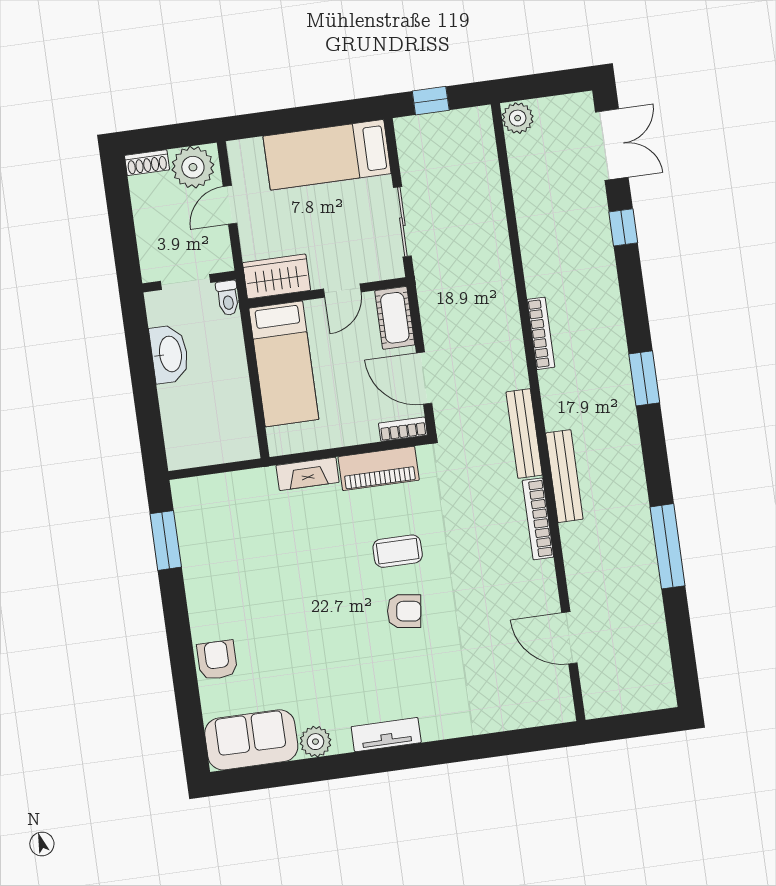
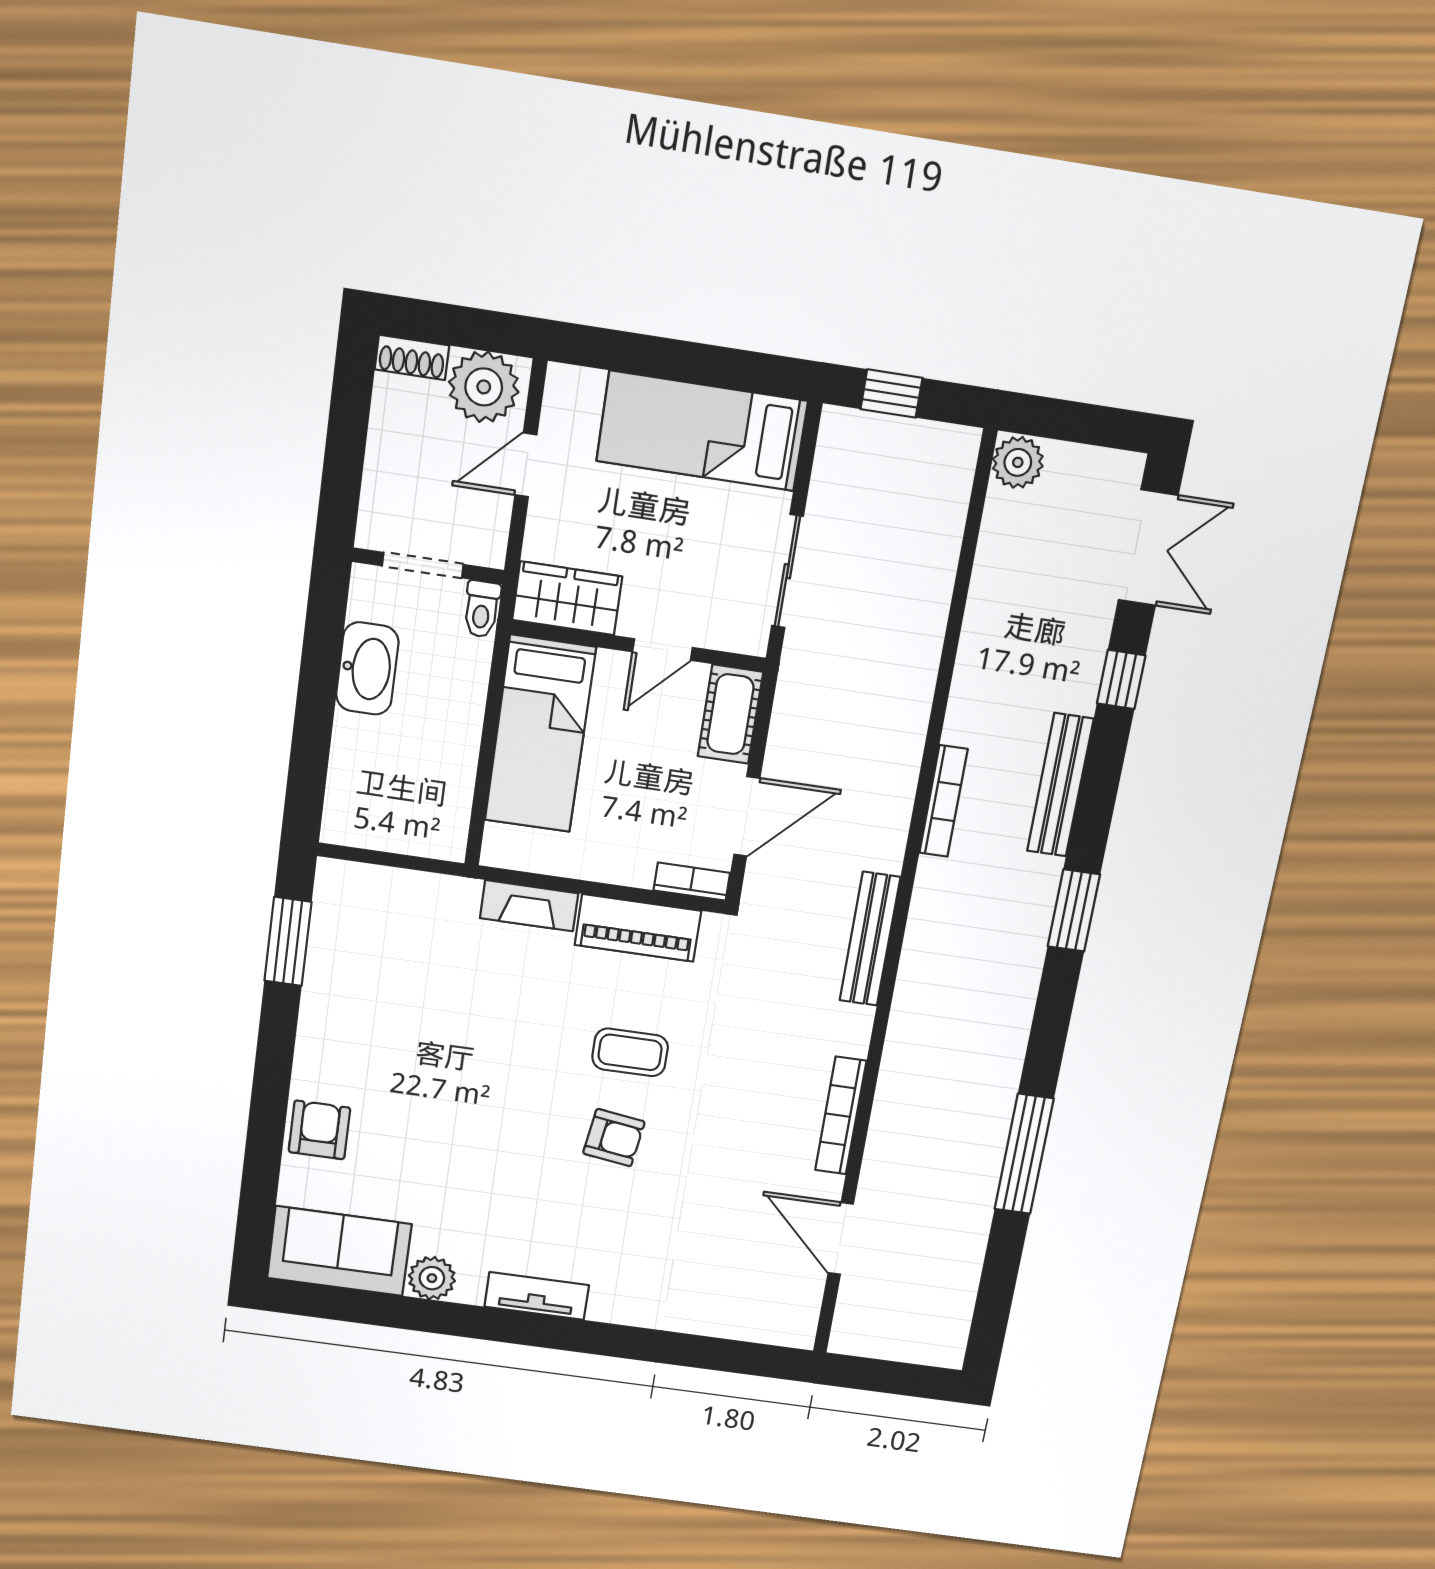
door: (424, 378) -> (747, 816), swing flipped
bench: (564, 476) -> (1060, 785), moved
bookcase: (538, 519) -> (841, 1116), moved

